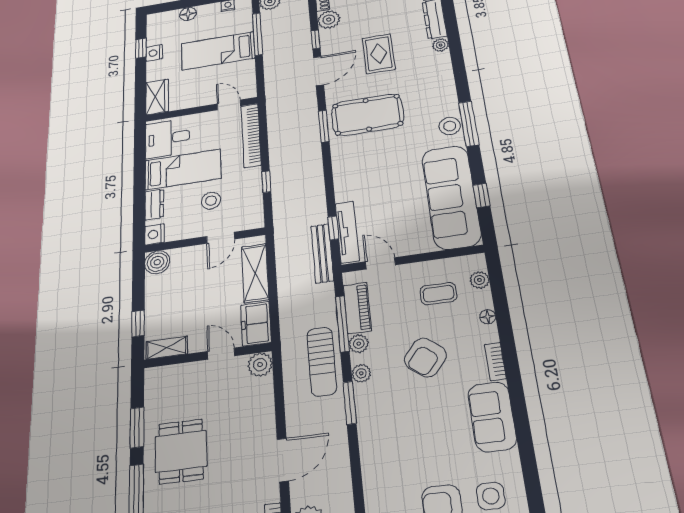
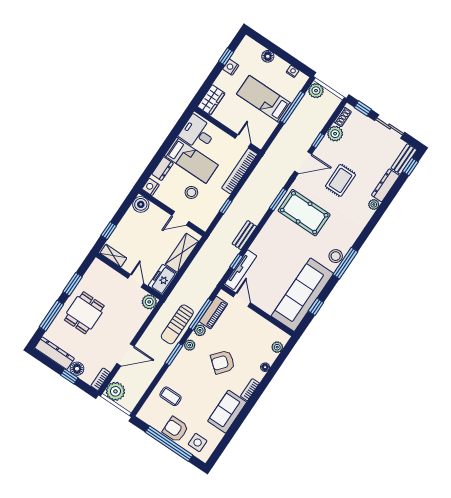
bench: (322, 253) -> (244, 235), moved, width x0.73
coffee table: (438, 294) -> (170, 396), moved

